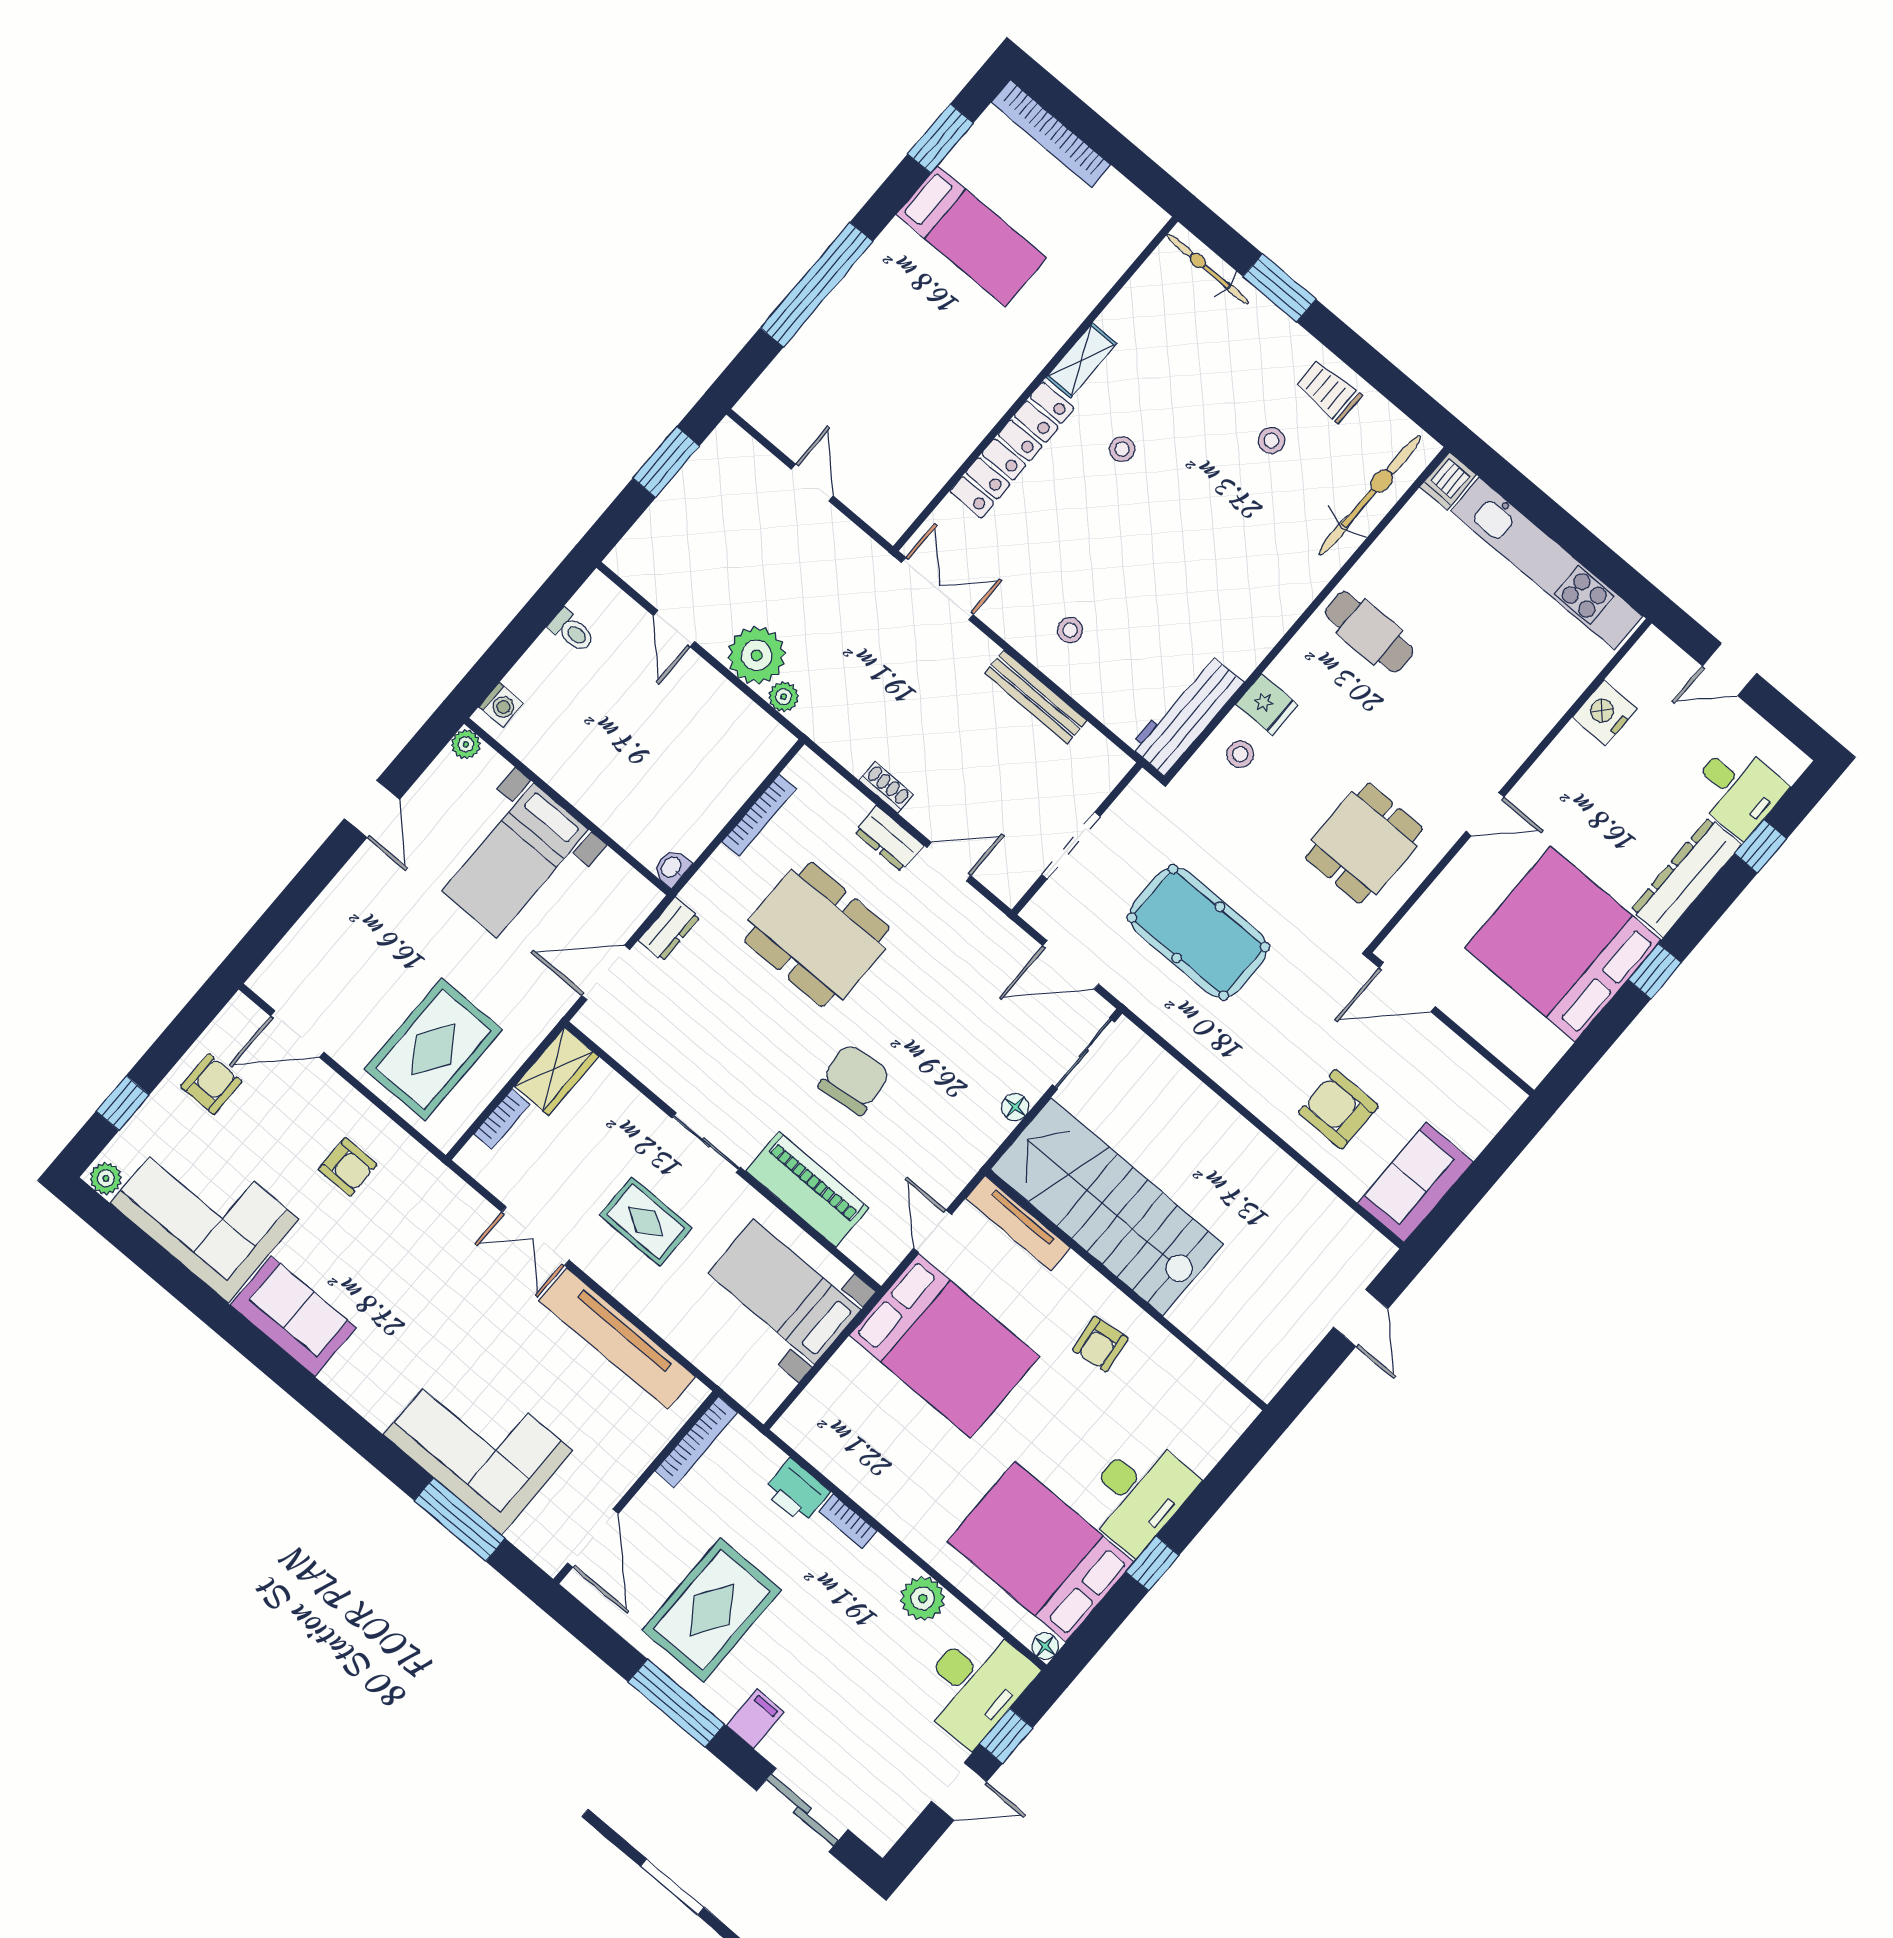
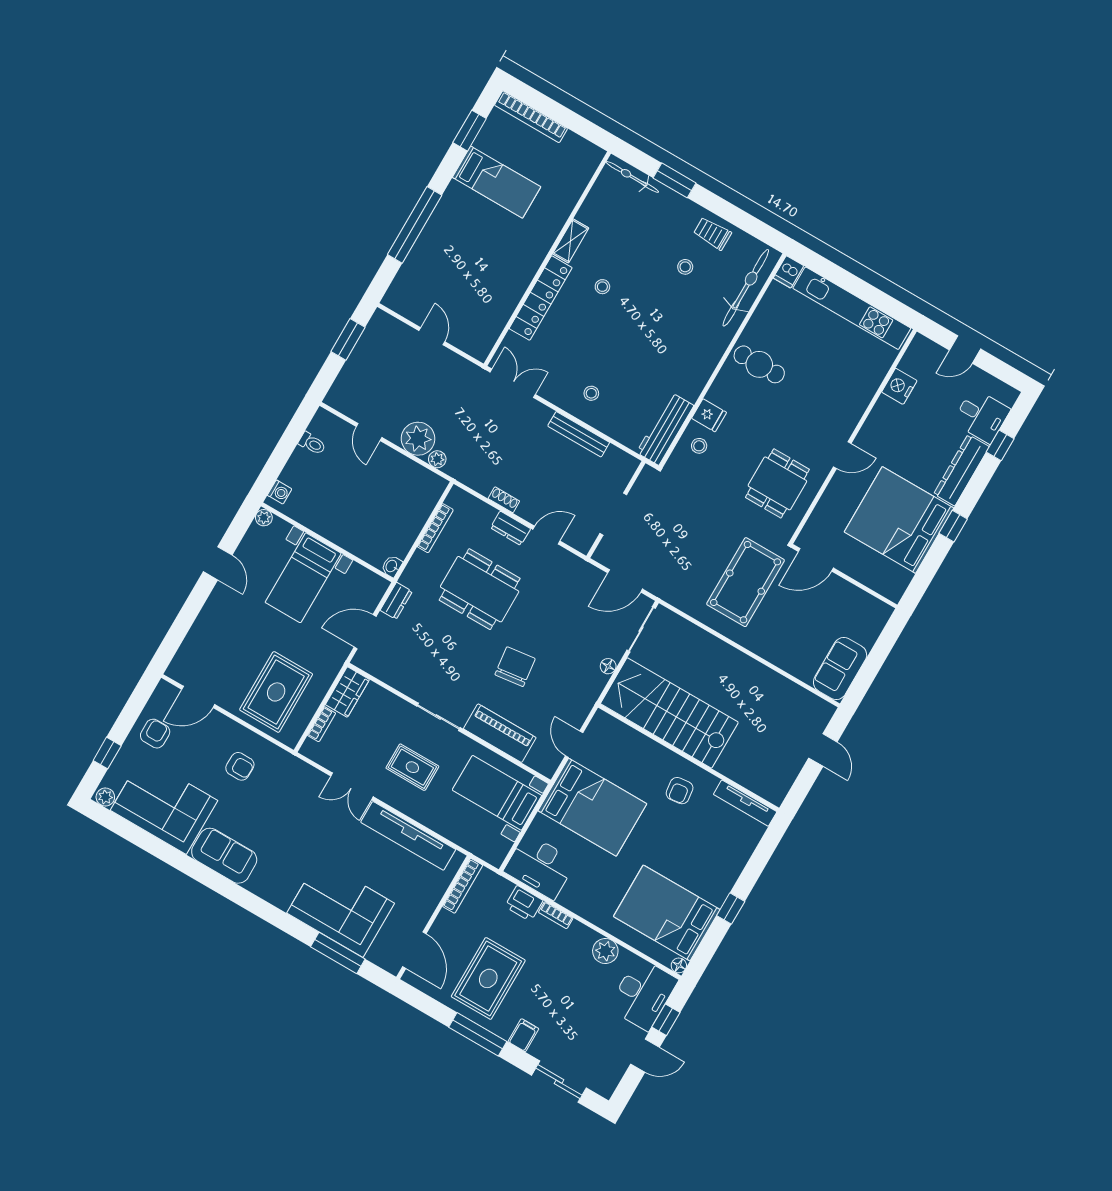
pool table: (1198, 932) -> (746, 582), moved, turned 90
armchair: (1338, 1109) -> (790, 635), removed
tv unit: (1018, 1223) -> (745, 803), moved
desk: (1138, 1494) -> (540, 866), moved, turned 90

